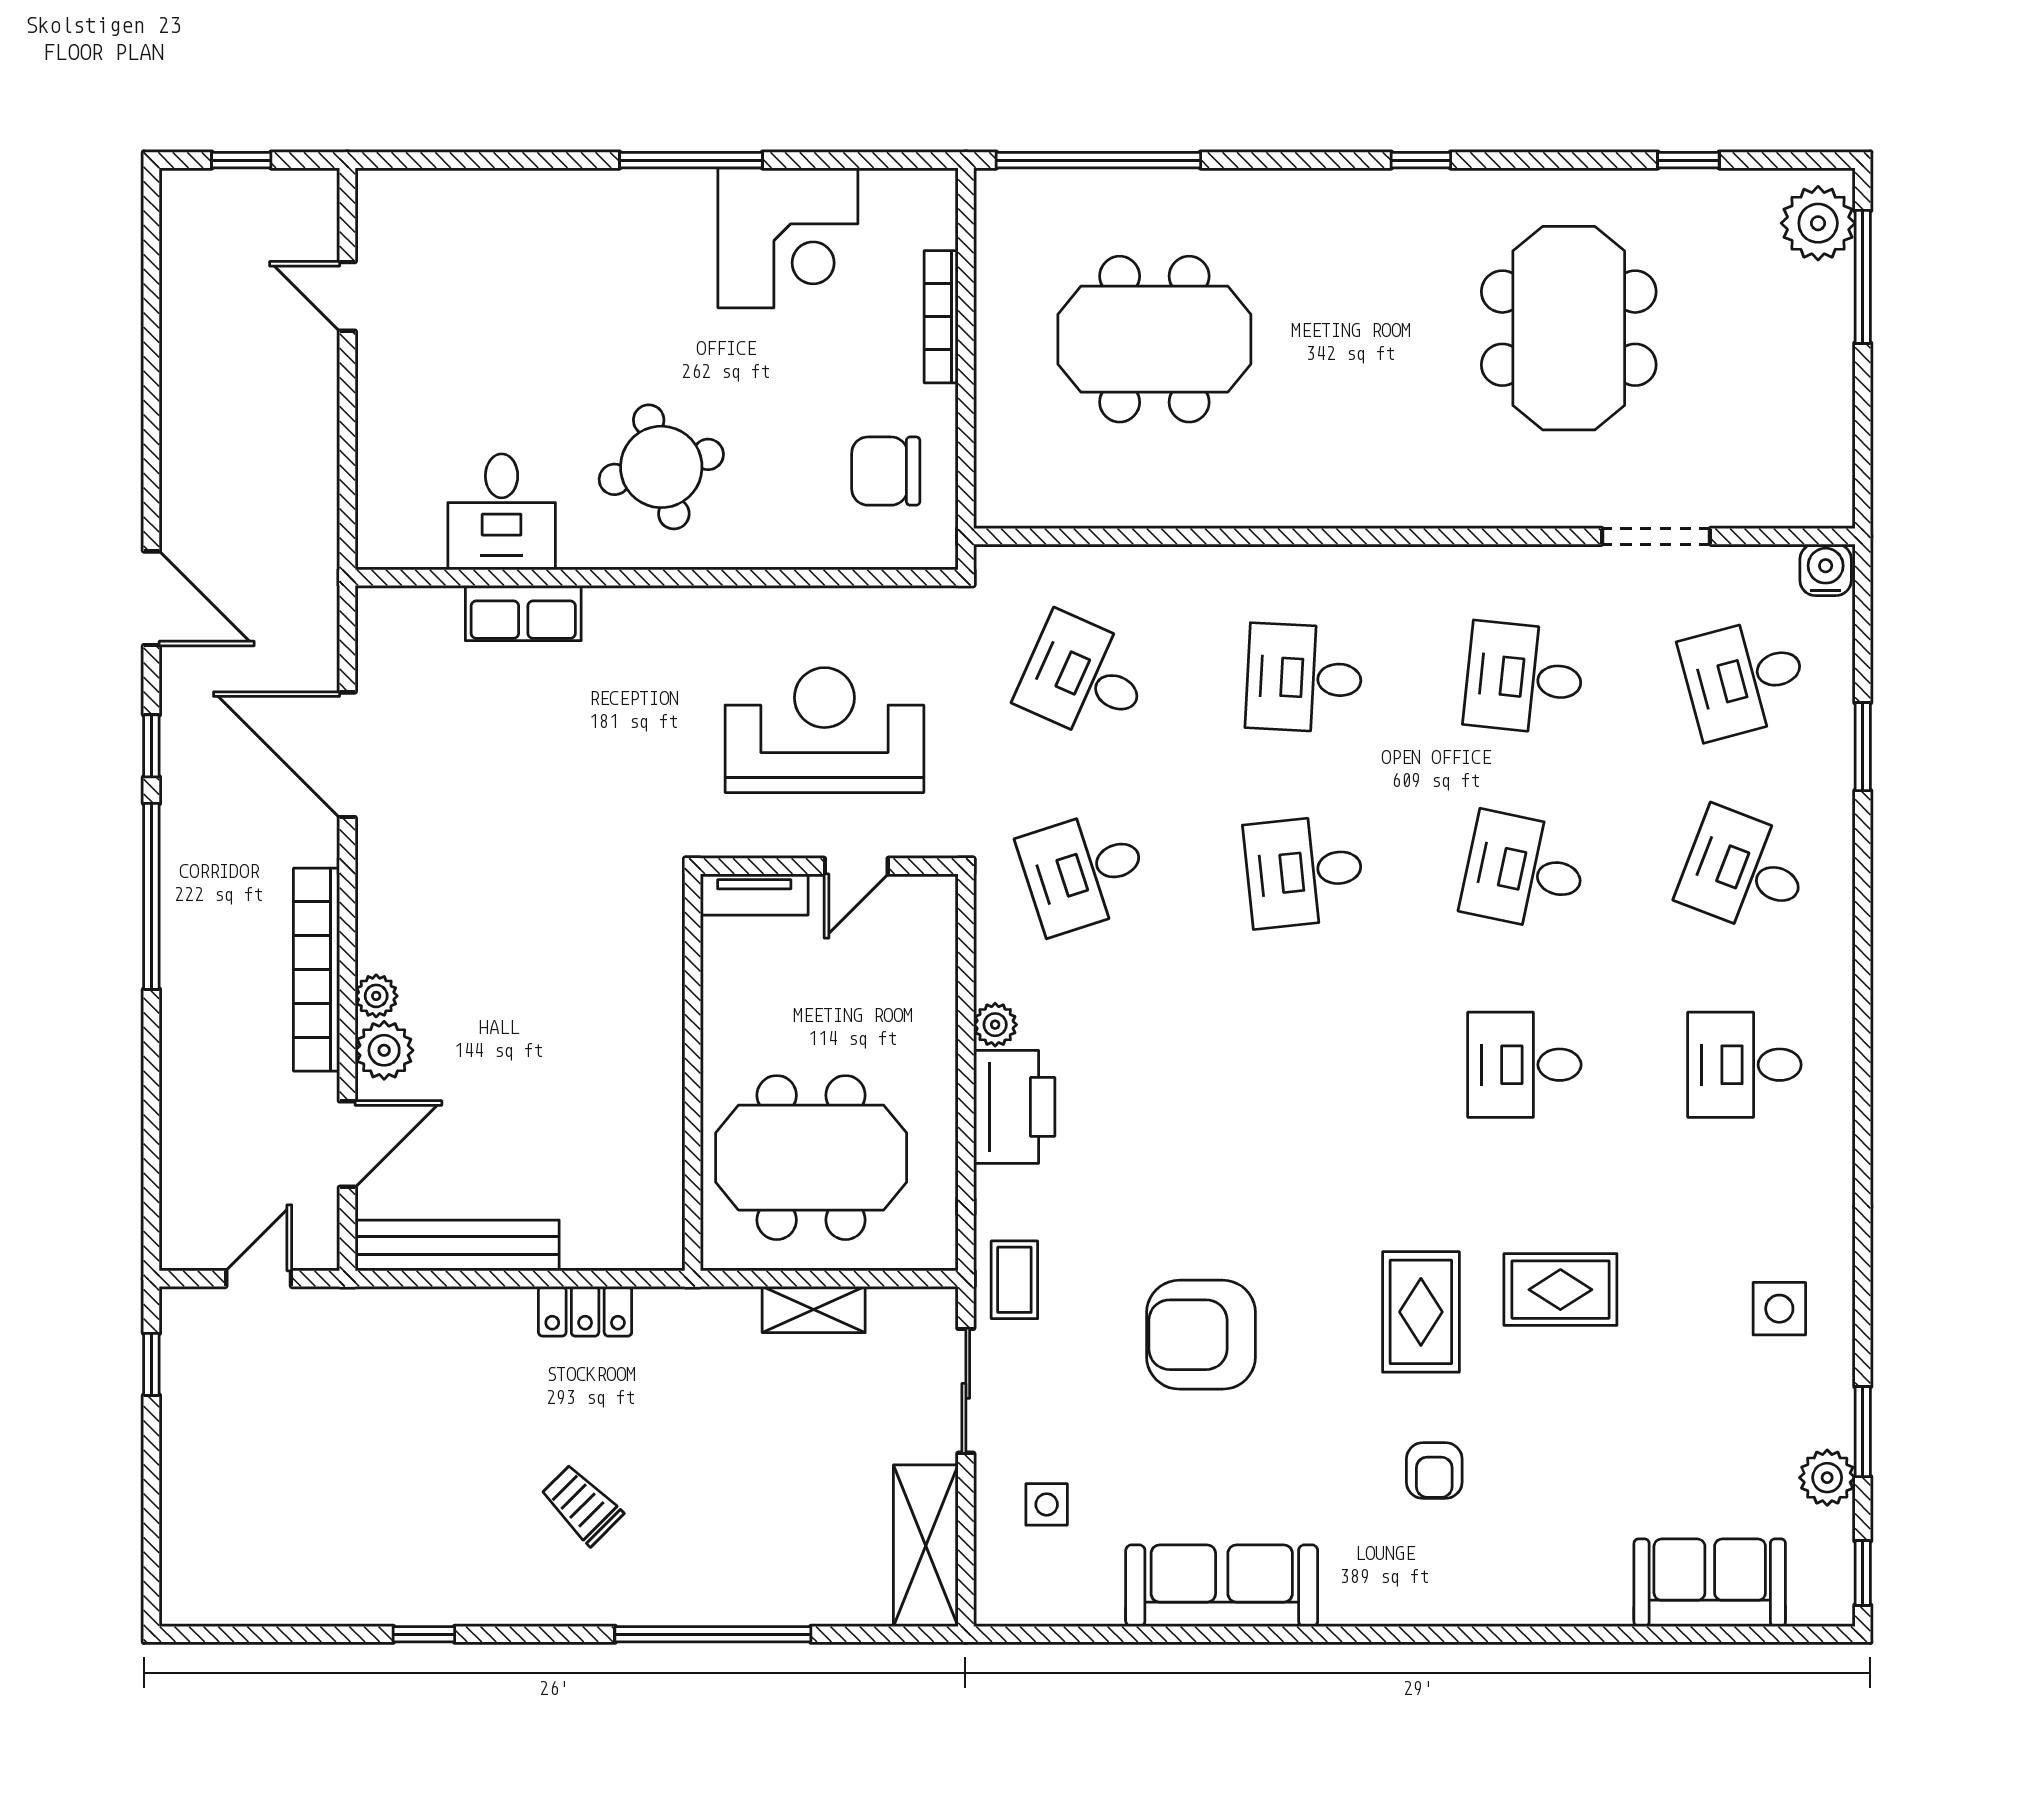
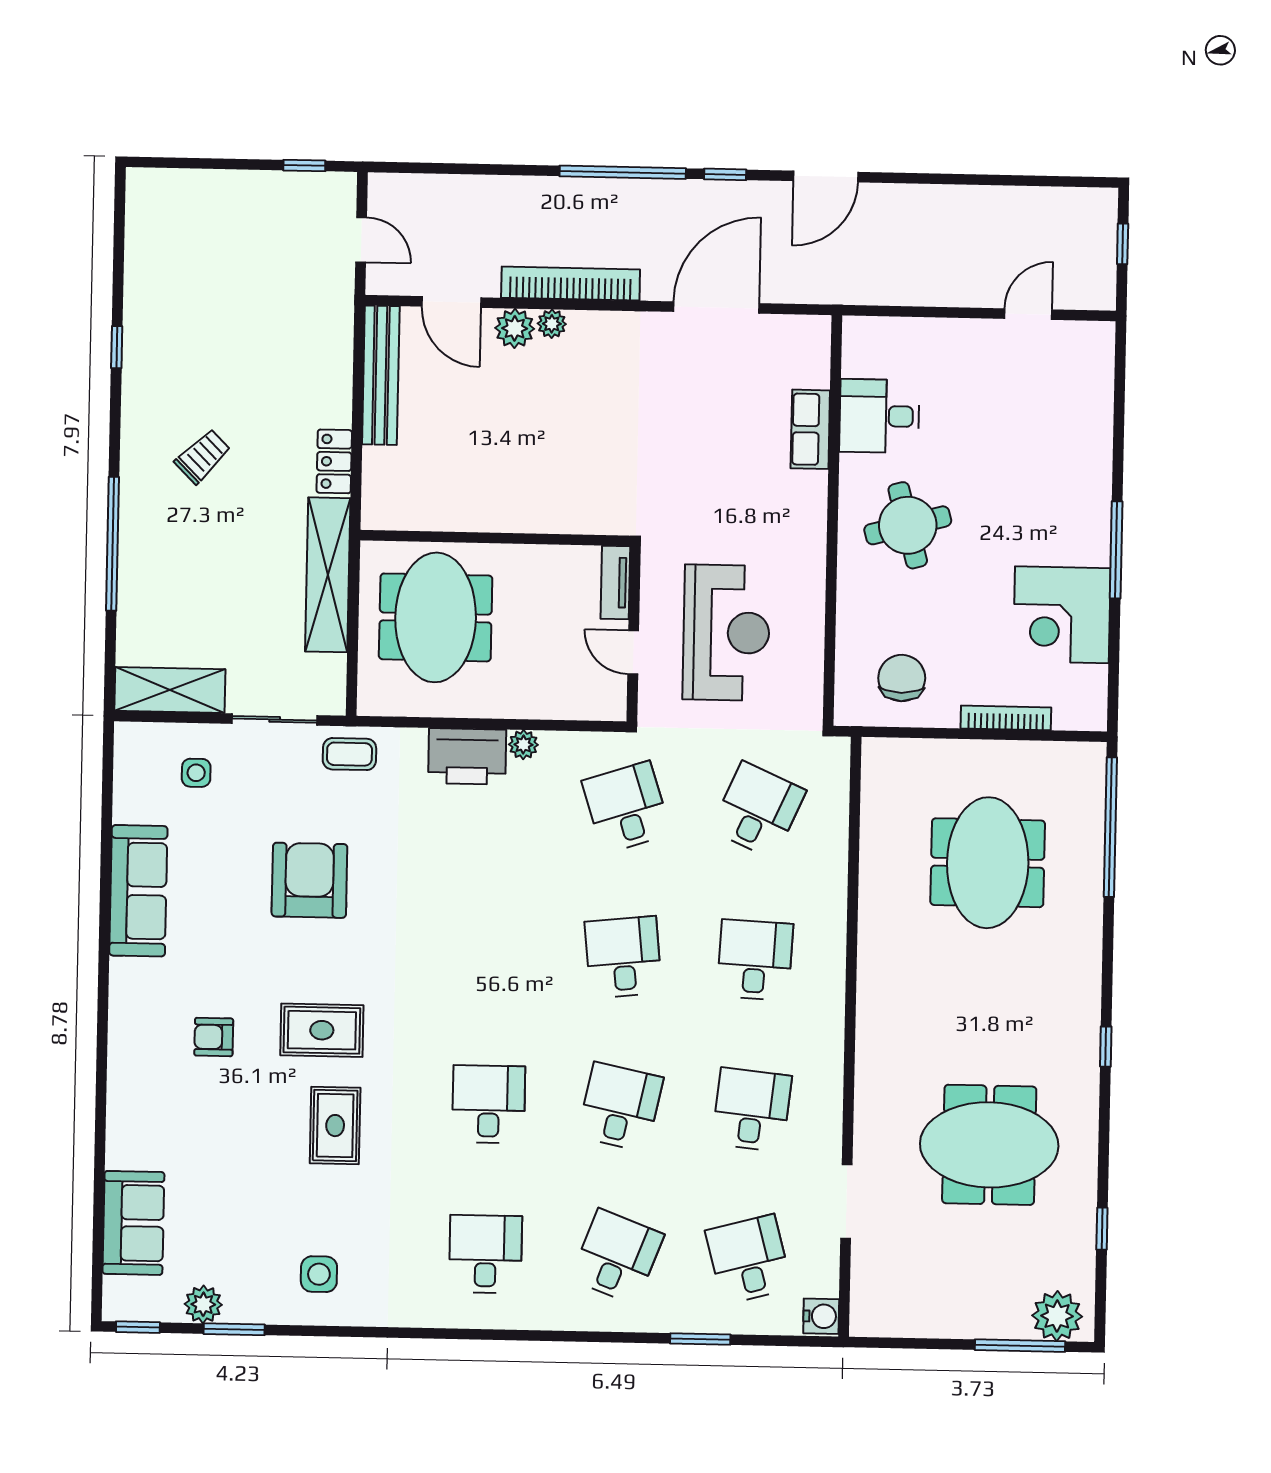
shelving: (814, 1310) -> (328, 575), width x2.20, depth x1.33

